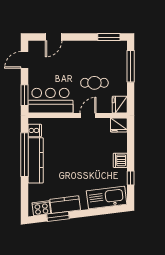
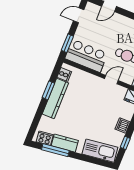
window: (24, 155) -> (48, 90), width x0.47
window: (58, 216) -> (55, 150), width x1.44

